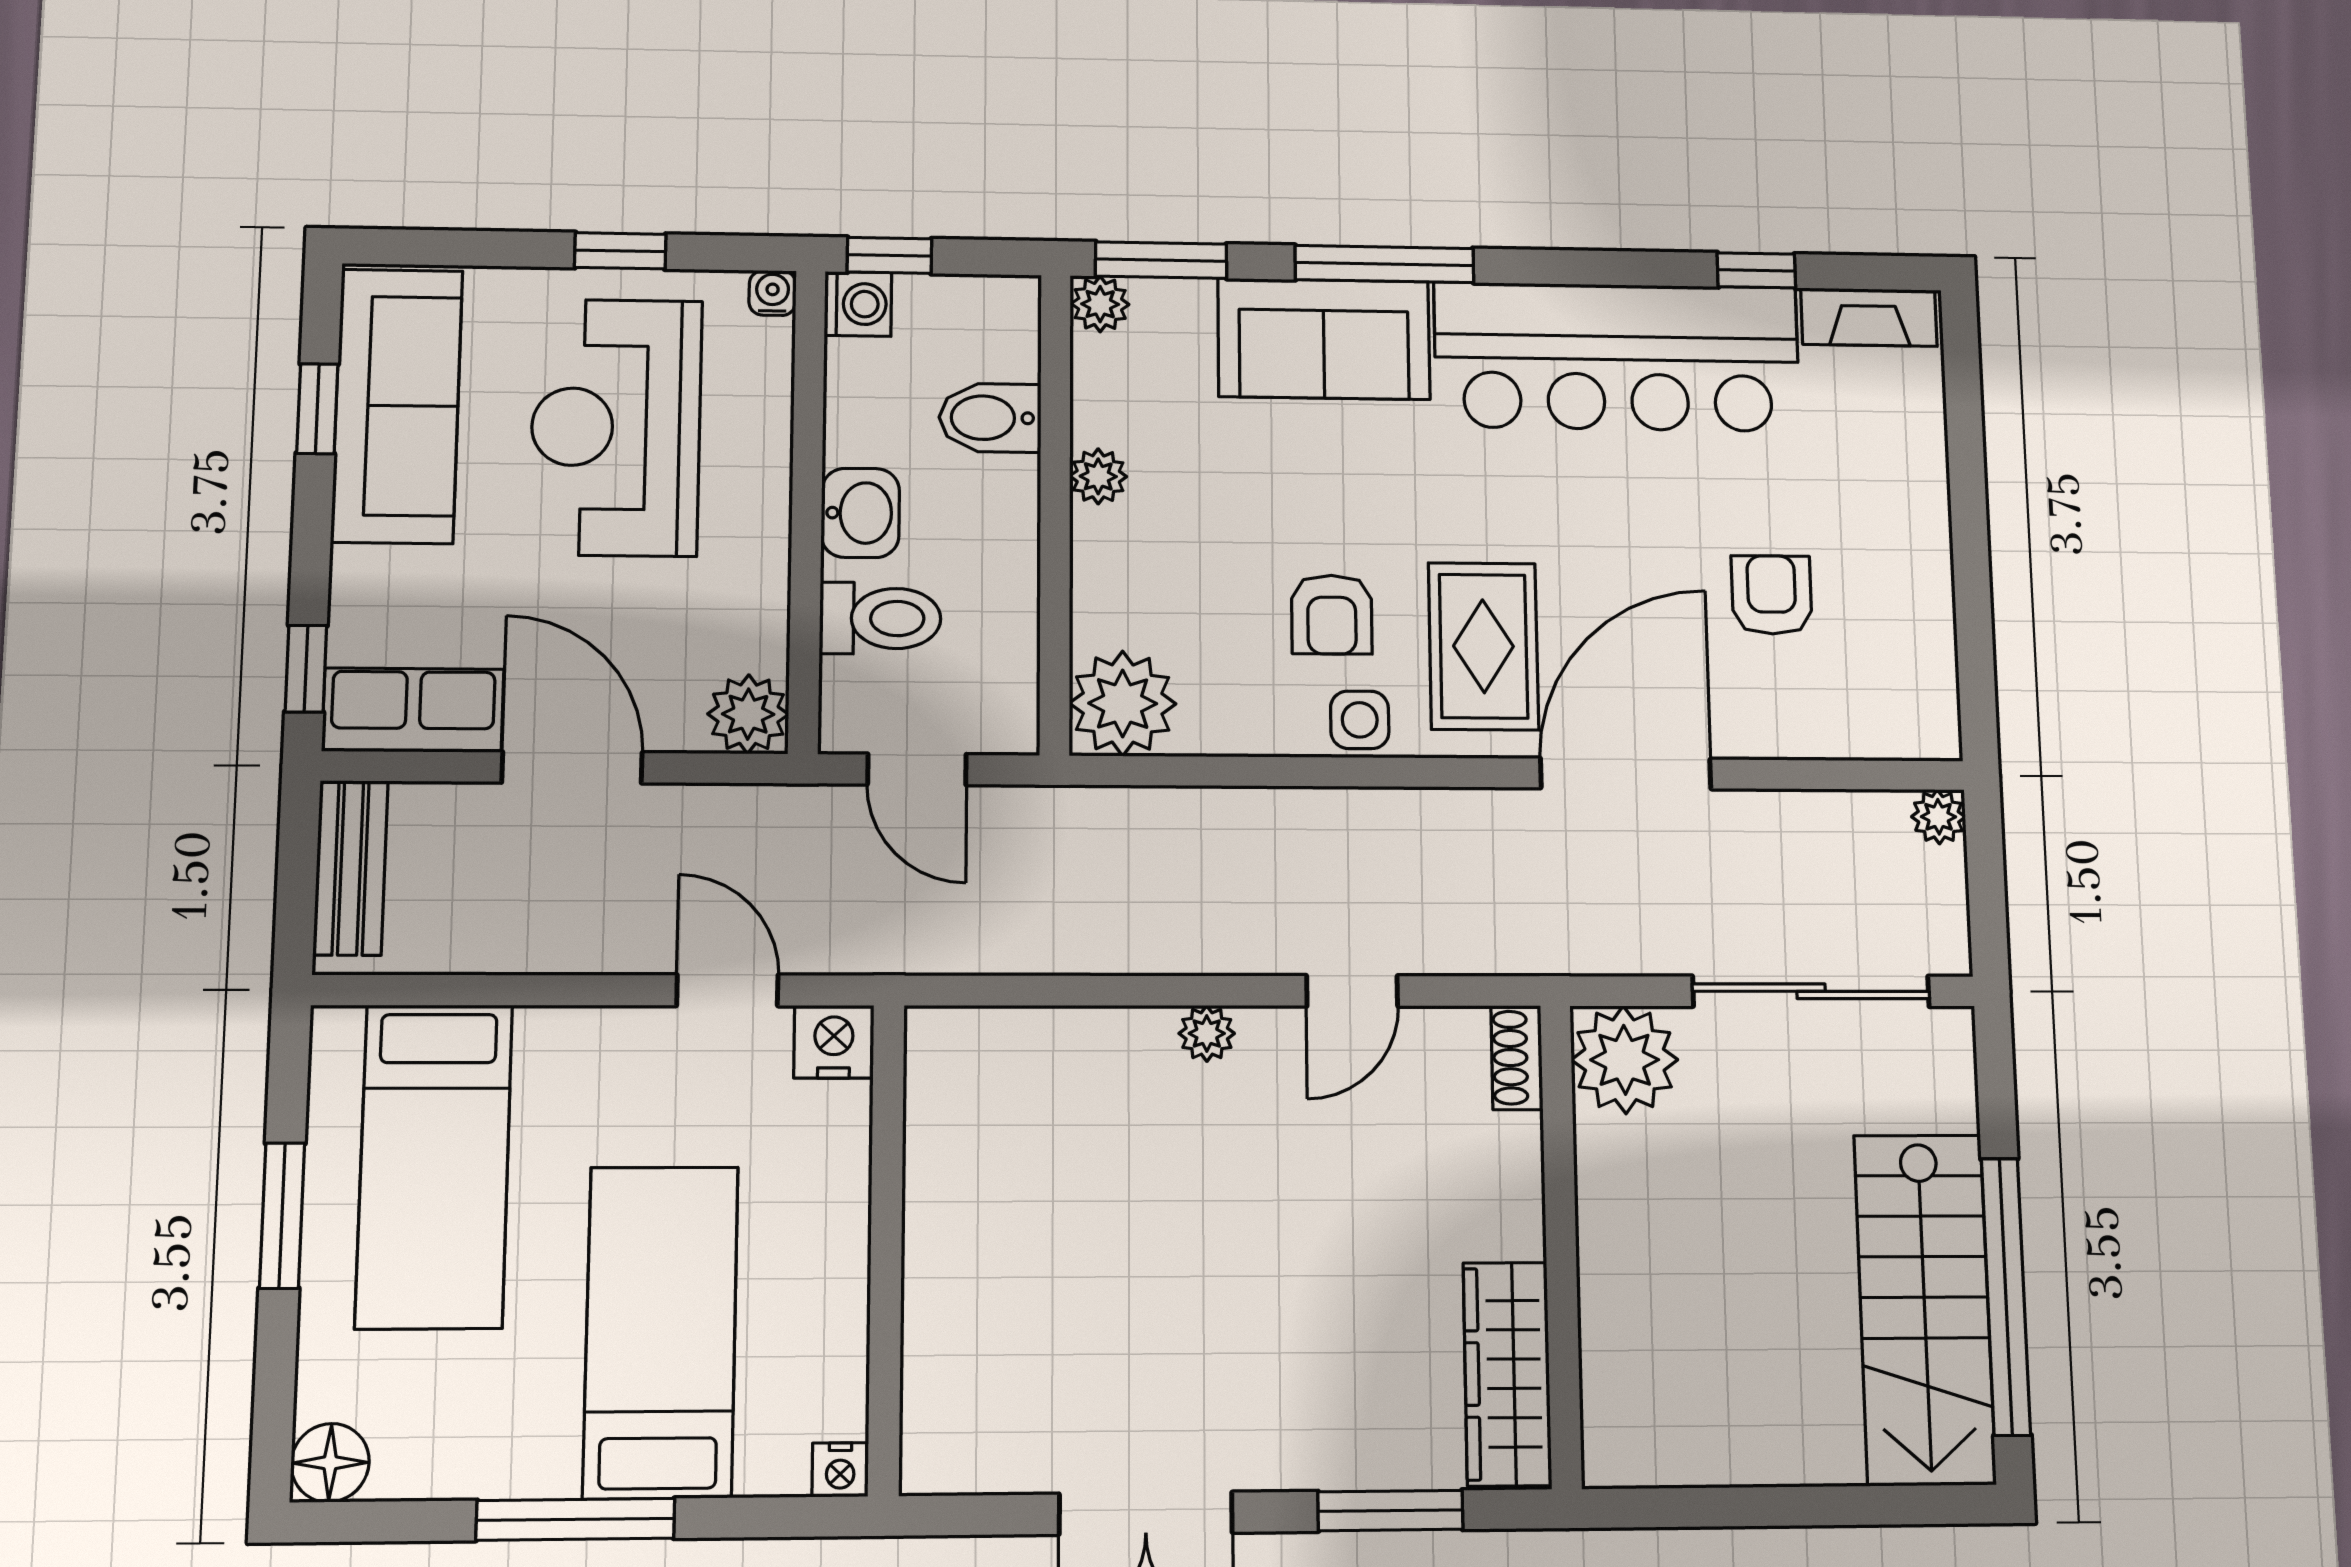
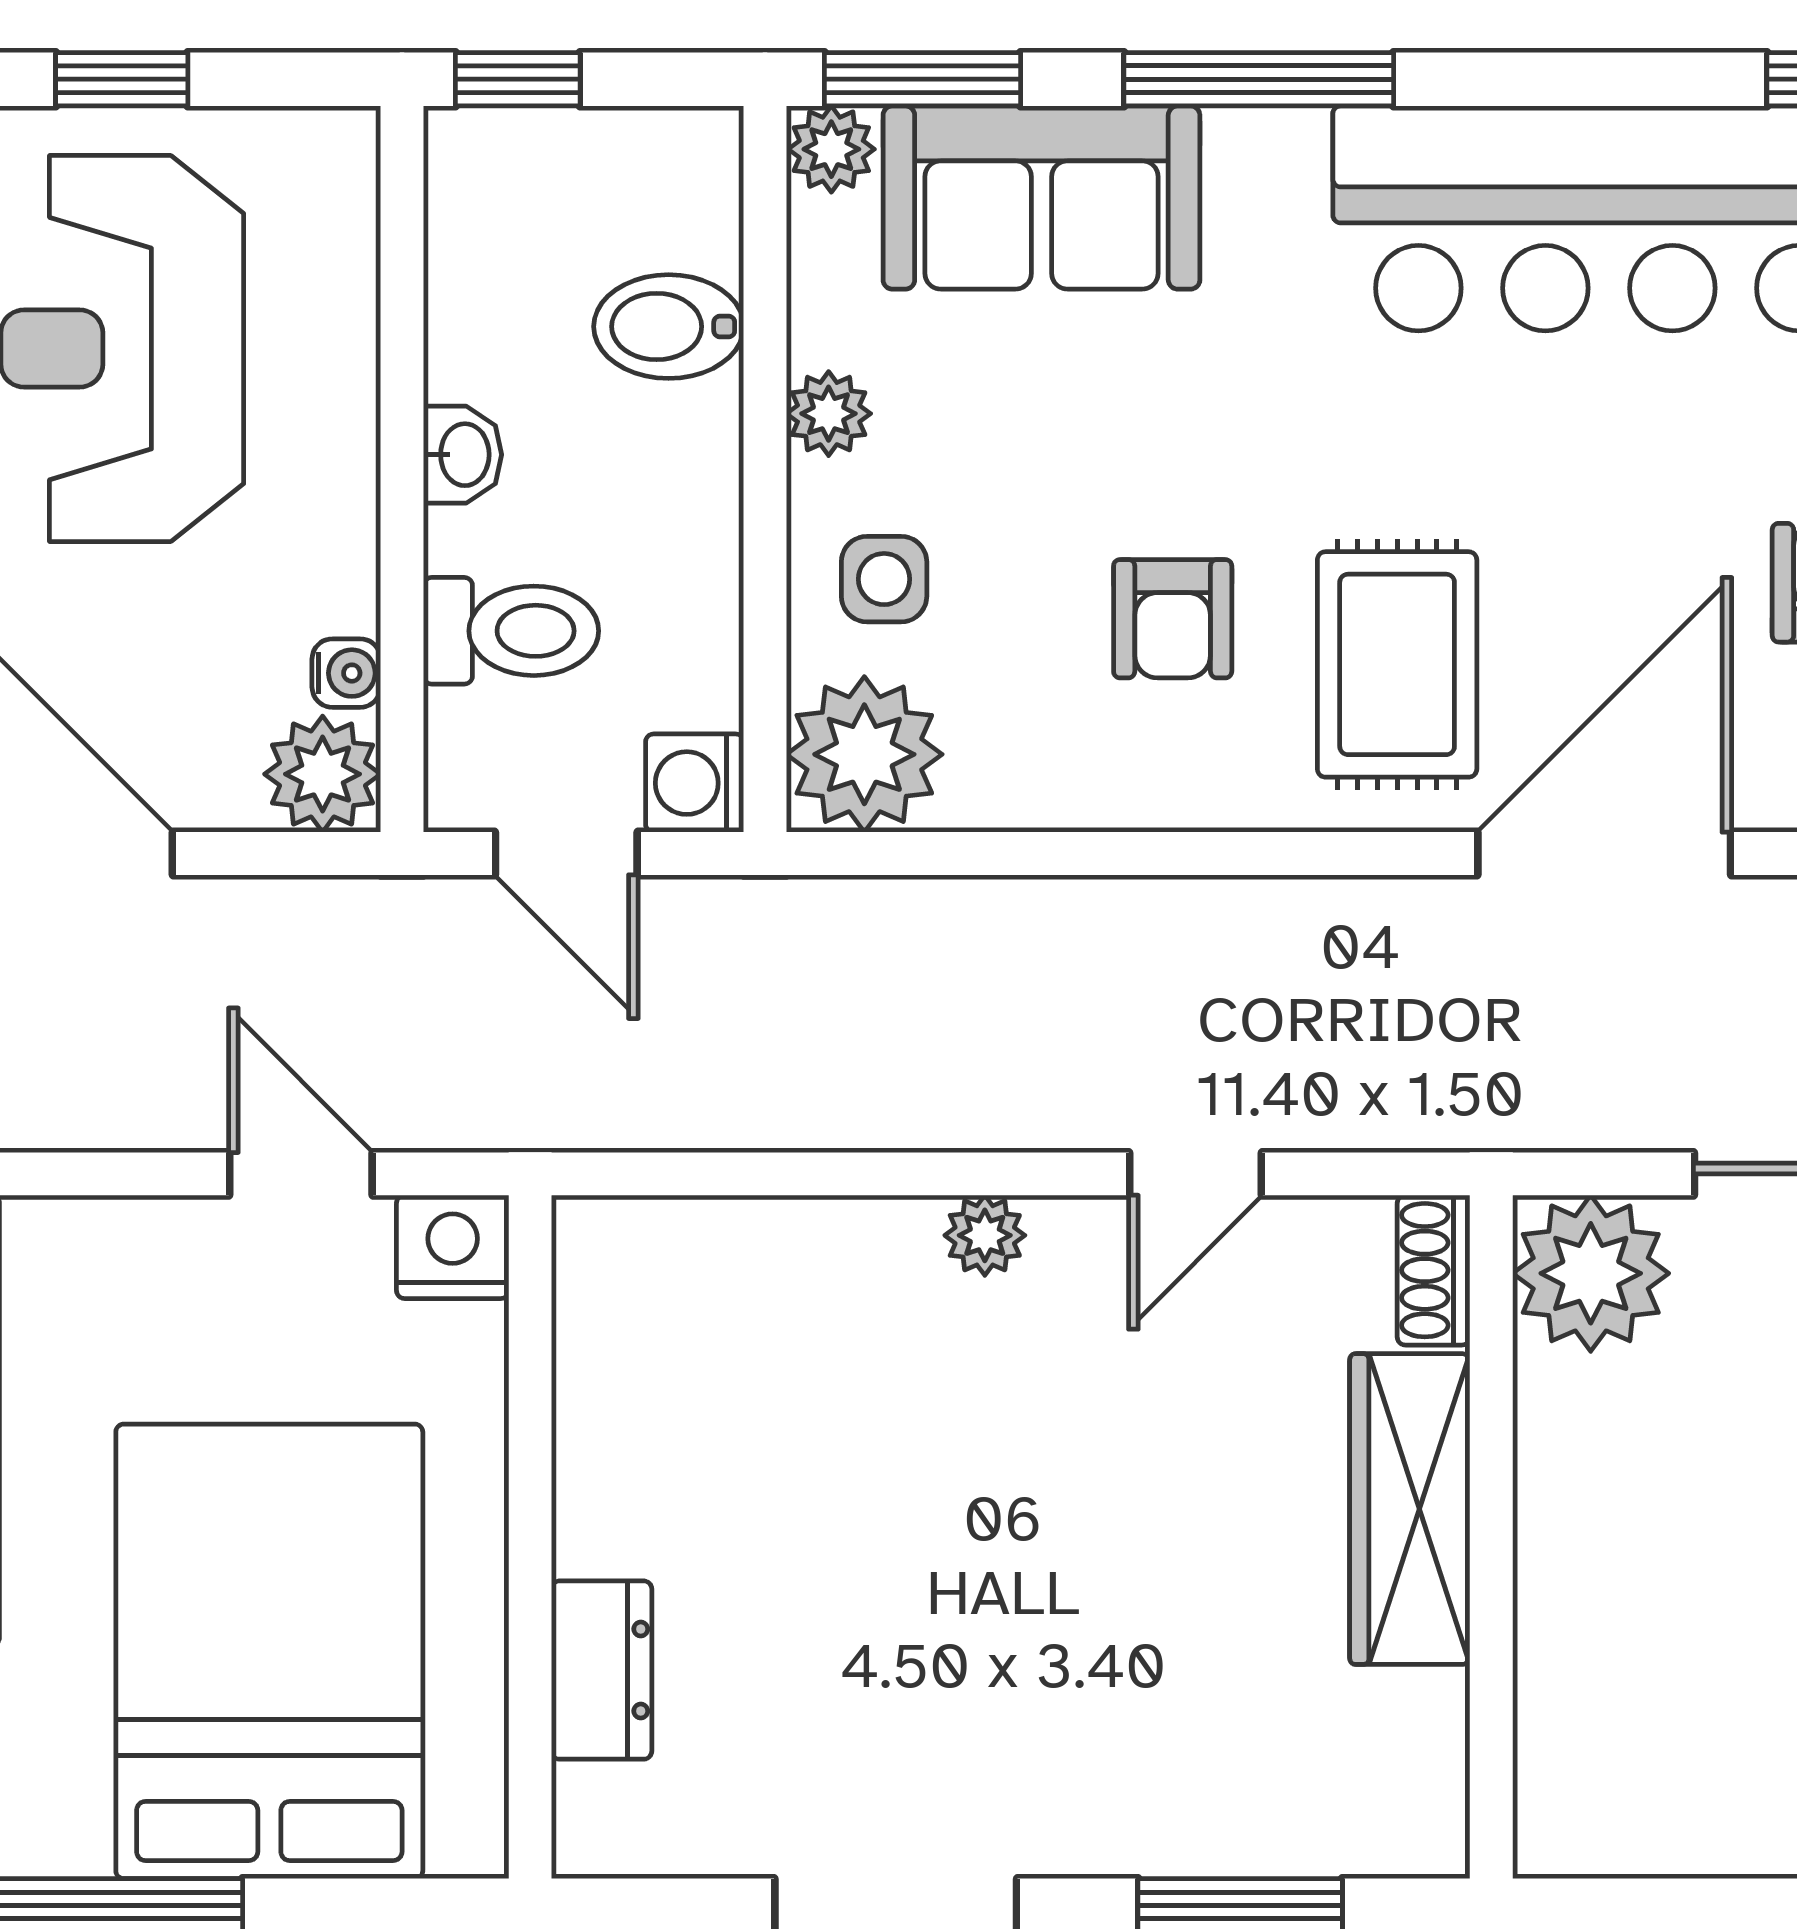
water cooler: (773, 293) -> (346, 673), moved, turned 90
washing machine: (858, 304) -> (695, 783), moved, turned 180
sofa: (1324, 339) -> (1041, 198), moved
washbasin: (860, 513) -> (463, 455), width x0.72, depth x0.69
side table: (1360, 720) -> (884, 579), moved
bed: (661, 1332) -> (269, 1651), width x1.50
dresser: (936, 1343) -> (602, 1670), added
wardrobe: (1507, 1374) -> (1410, 1509), moved
nightstand: (840, 1470) -> (470, 1842), removed

